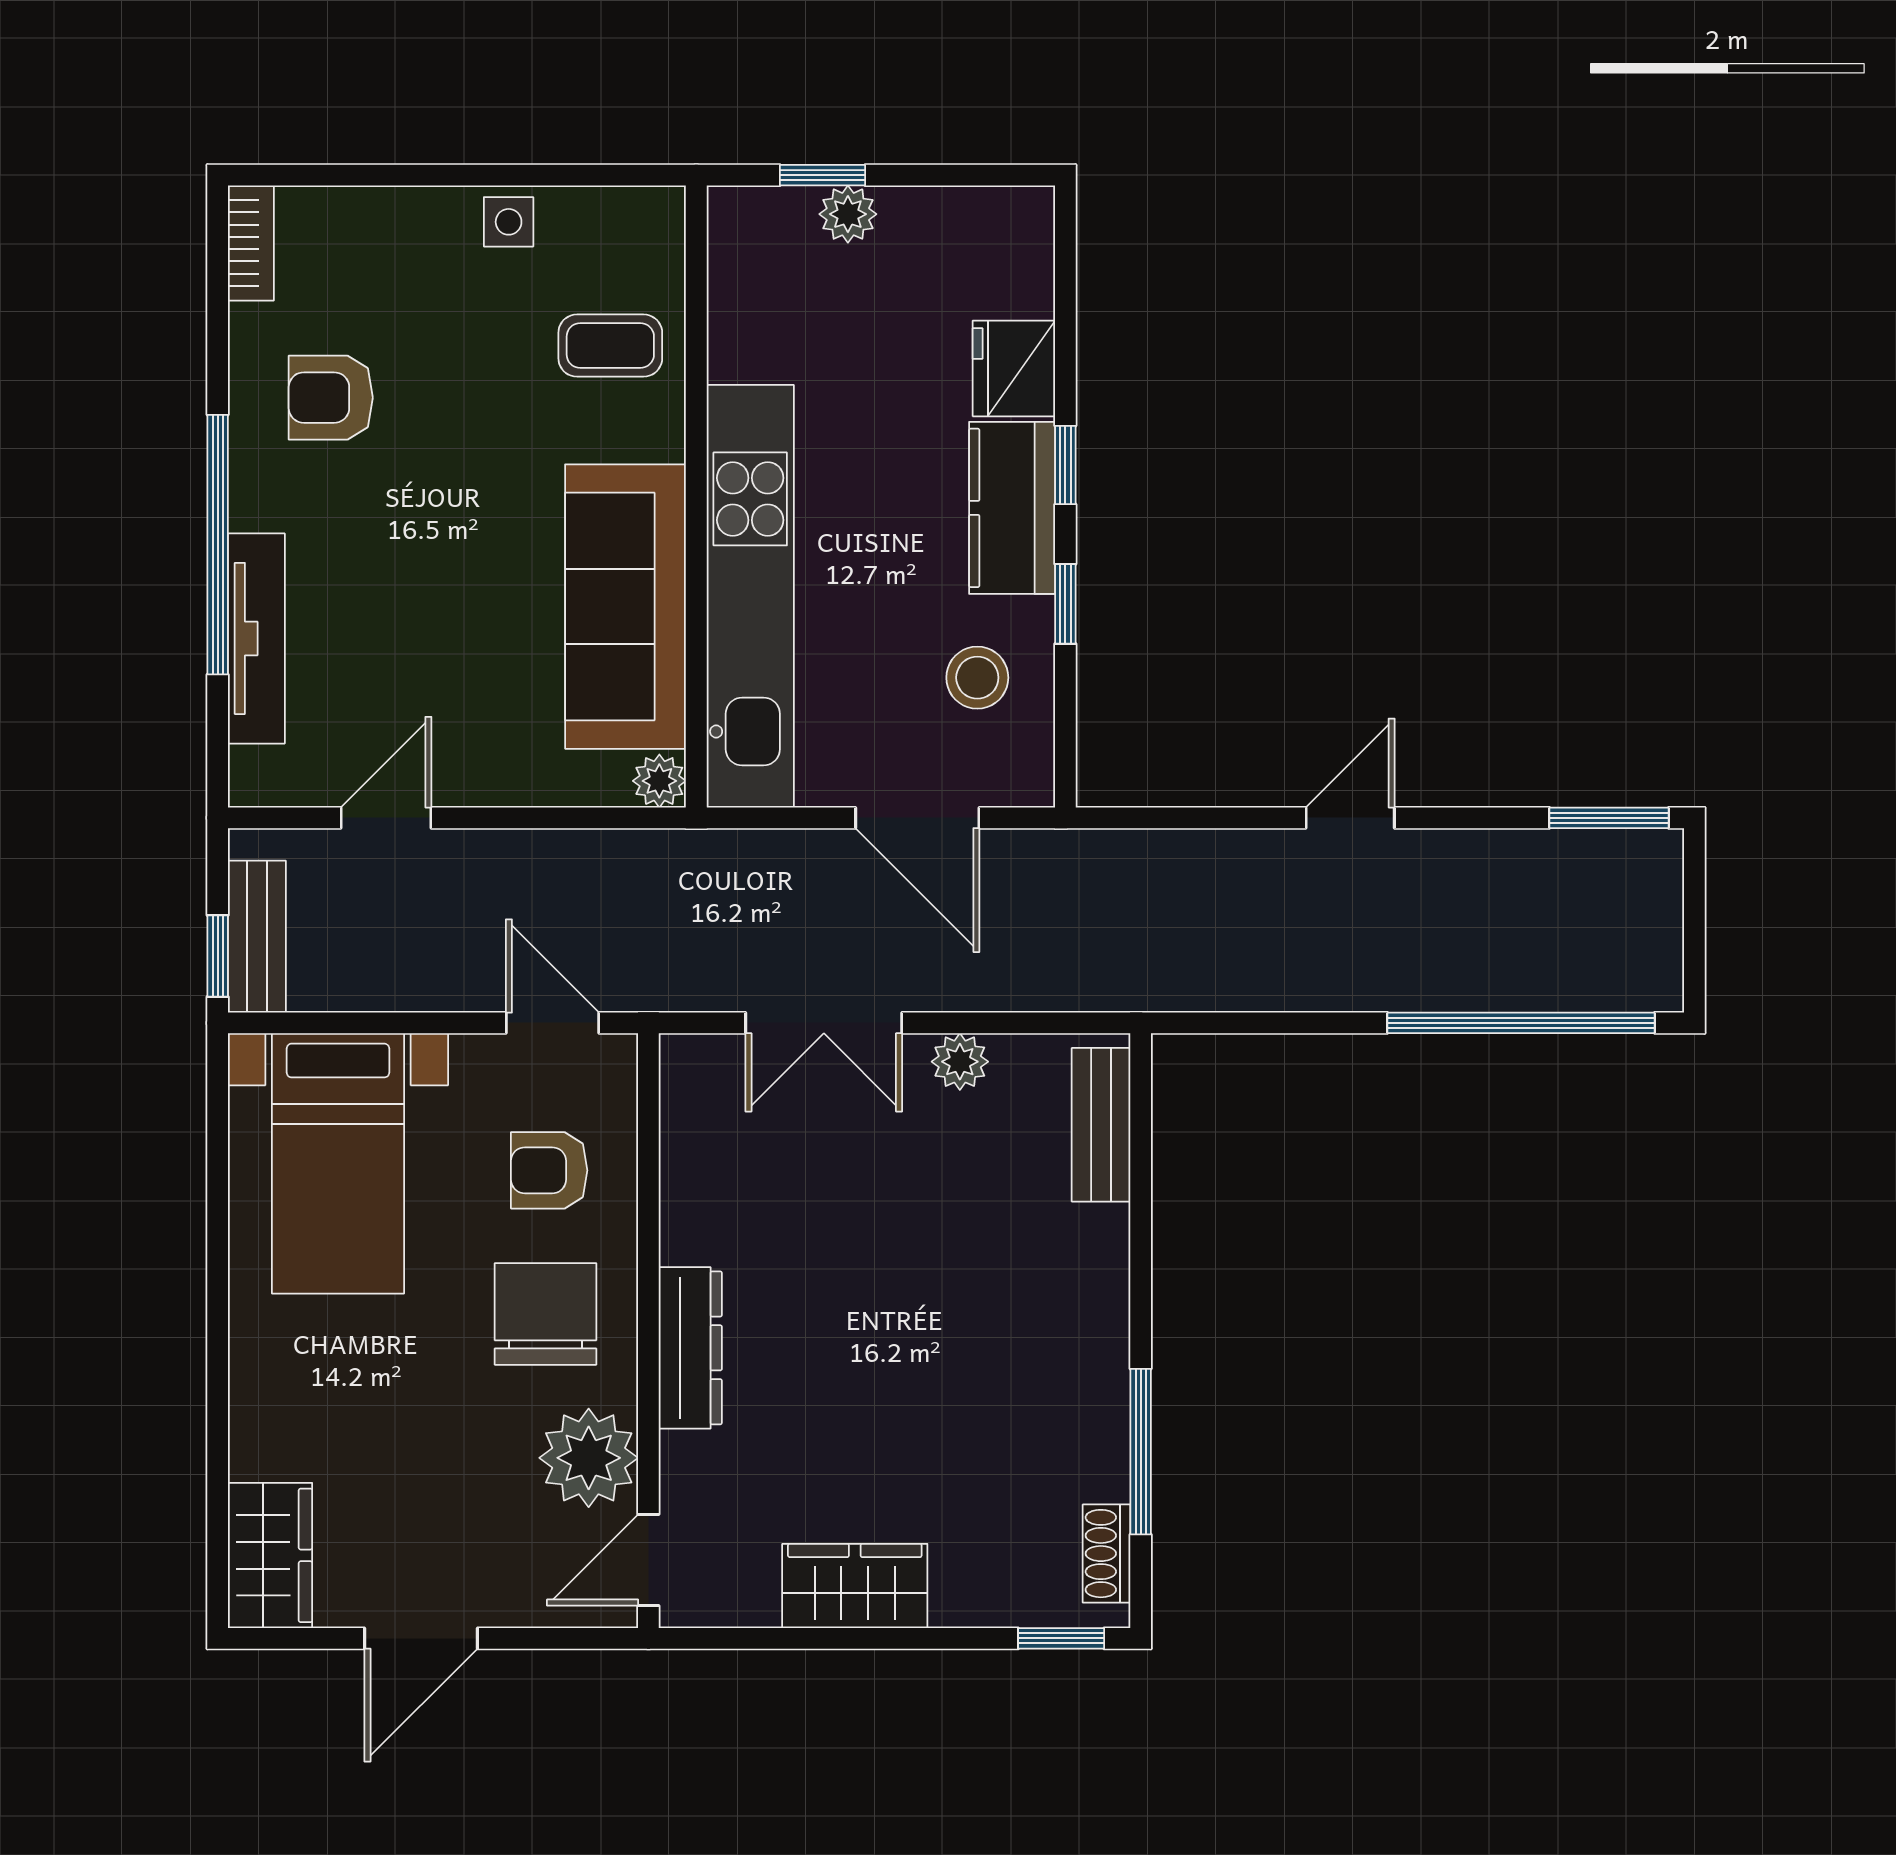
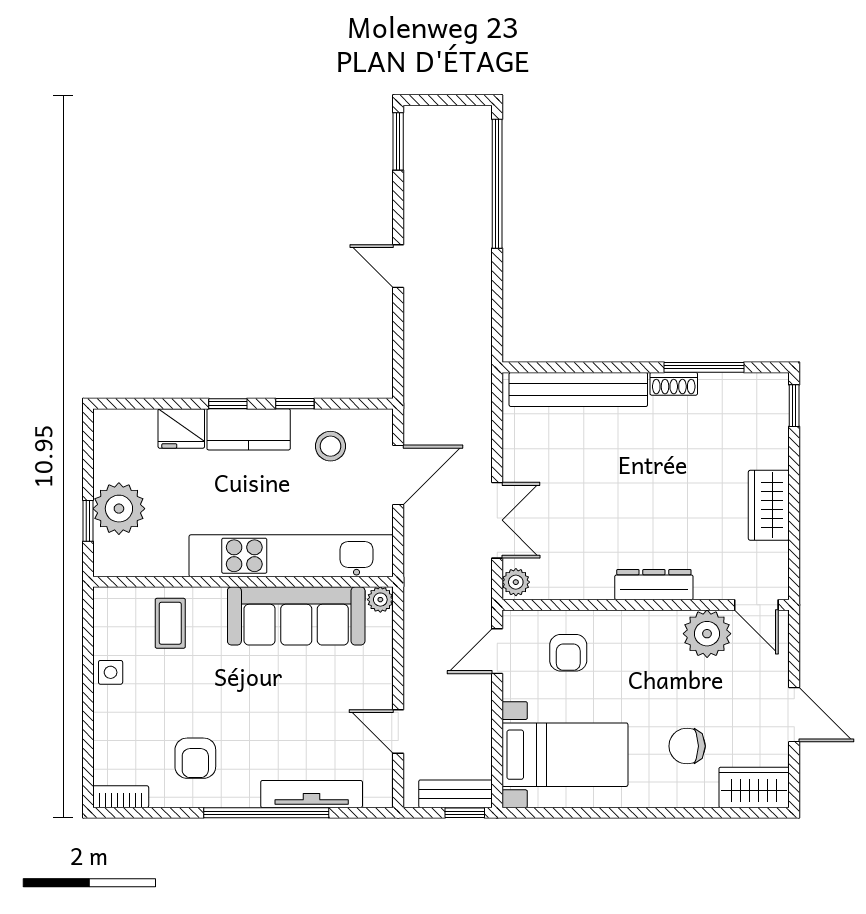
plant: (848, 214) -> (119, 509), width x1.88, depth x1.88
plant: (960, 1062) -> (516, 582), moved
bench: (1101, 1125) -> (578, 389), width x1.86, depth x1.21
chair: (546, 1314) -> (687, 746), moved, width x0.73, depth x0.73
shoe rack: (1107, 1554) -> (674, 384), moved

